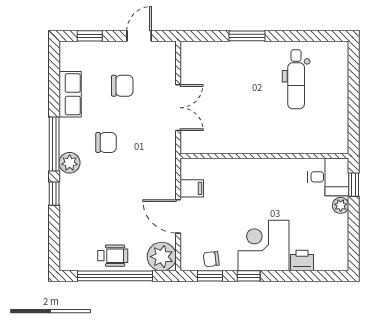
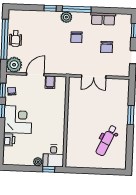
dental chair: (296, 79) -> (106, 140), turned -65

